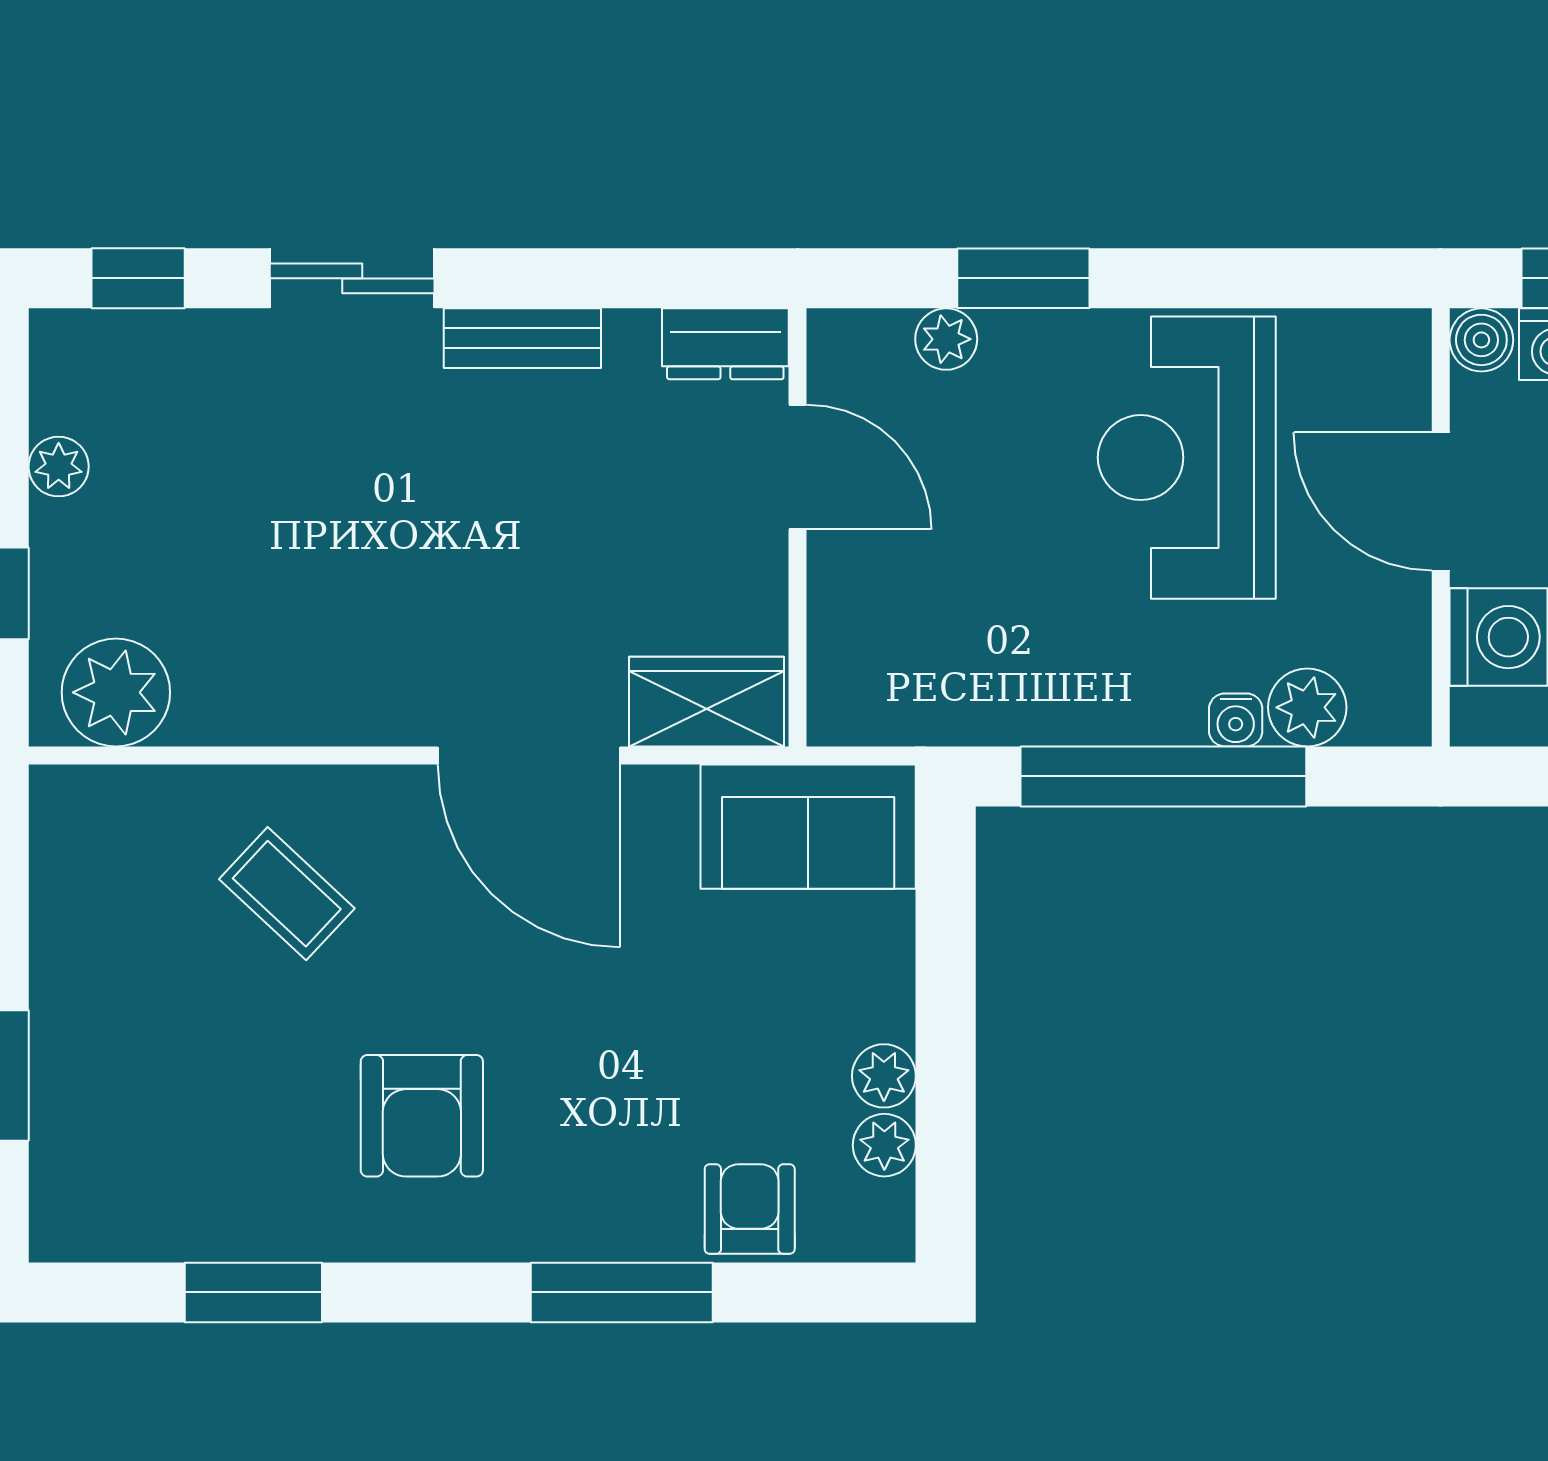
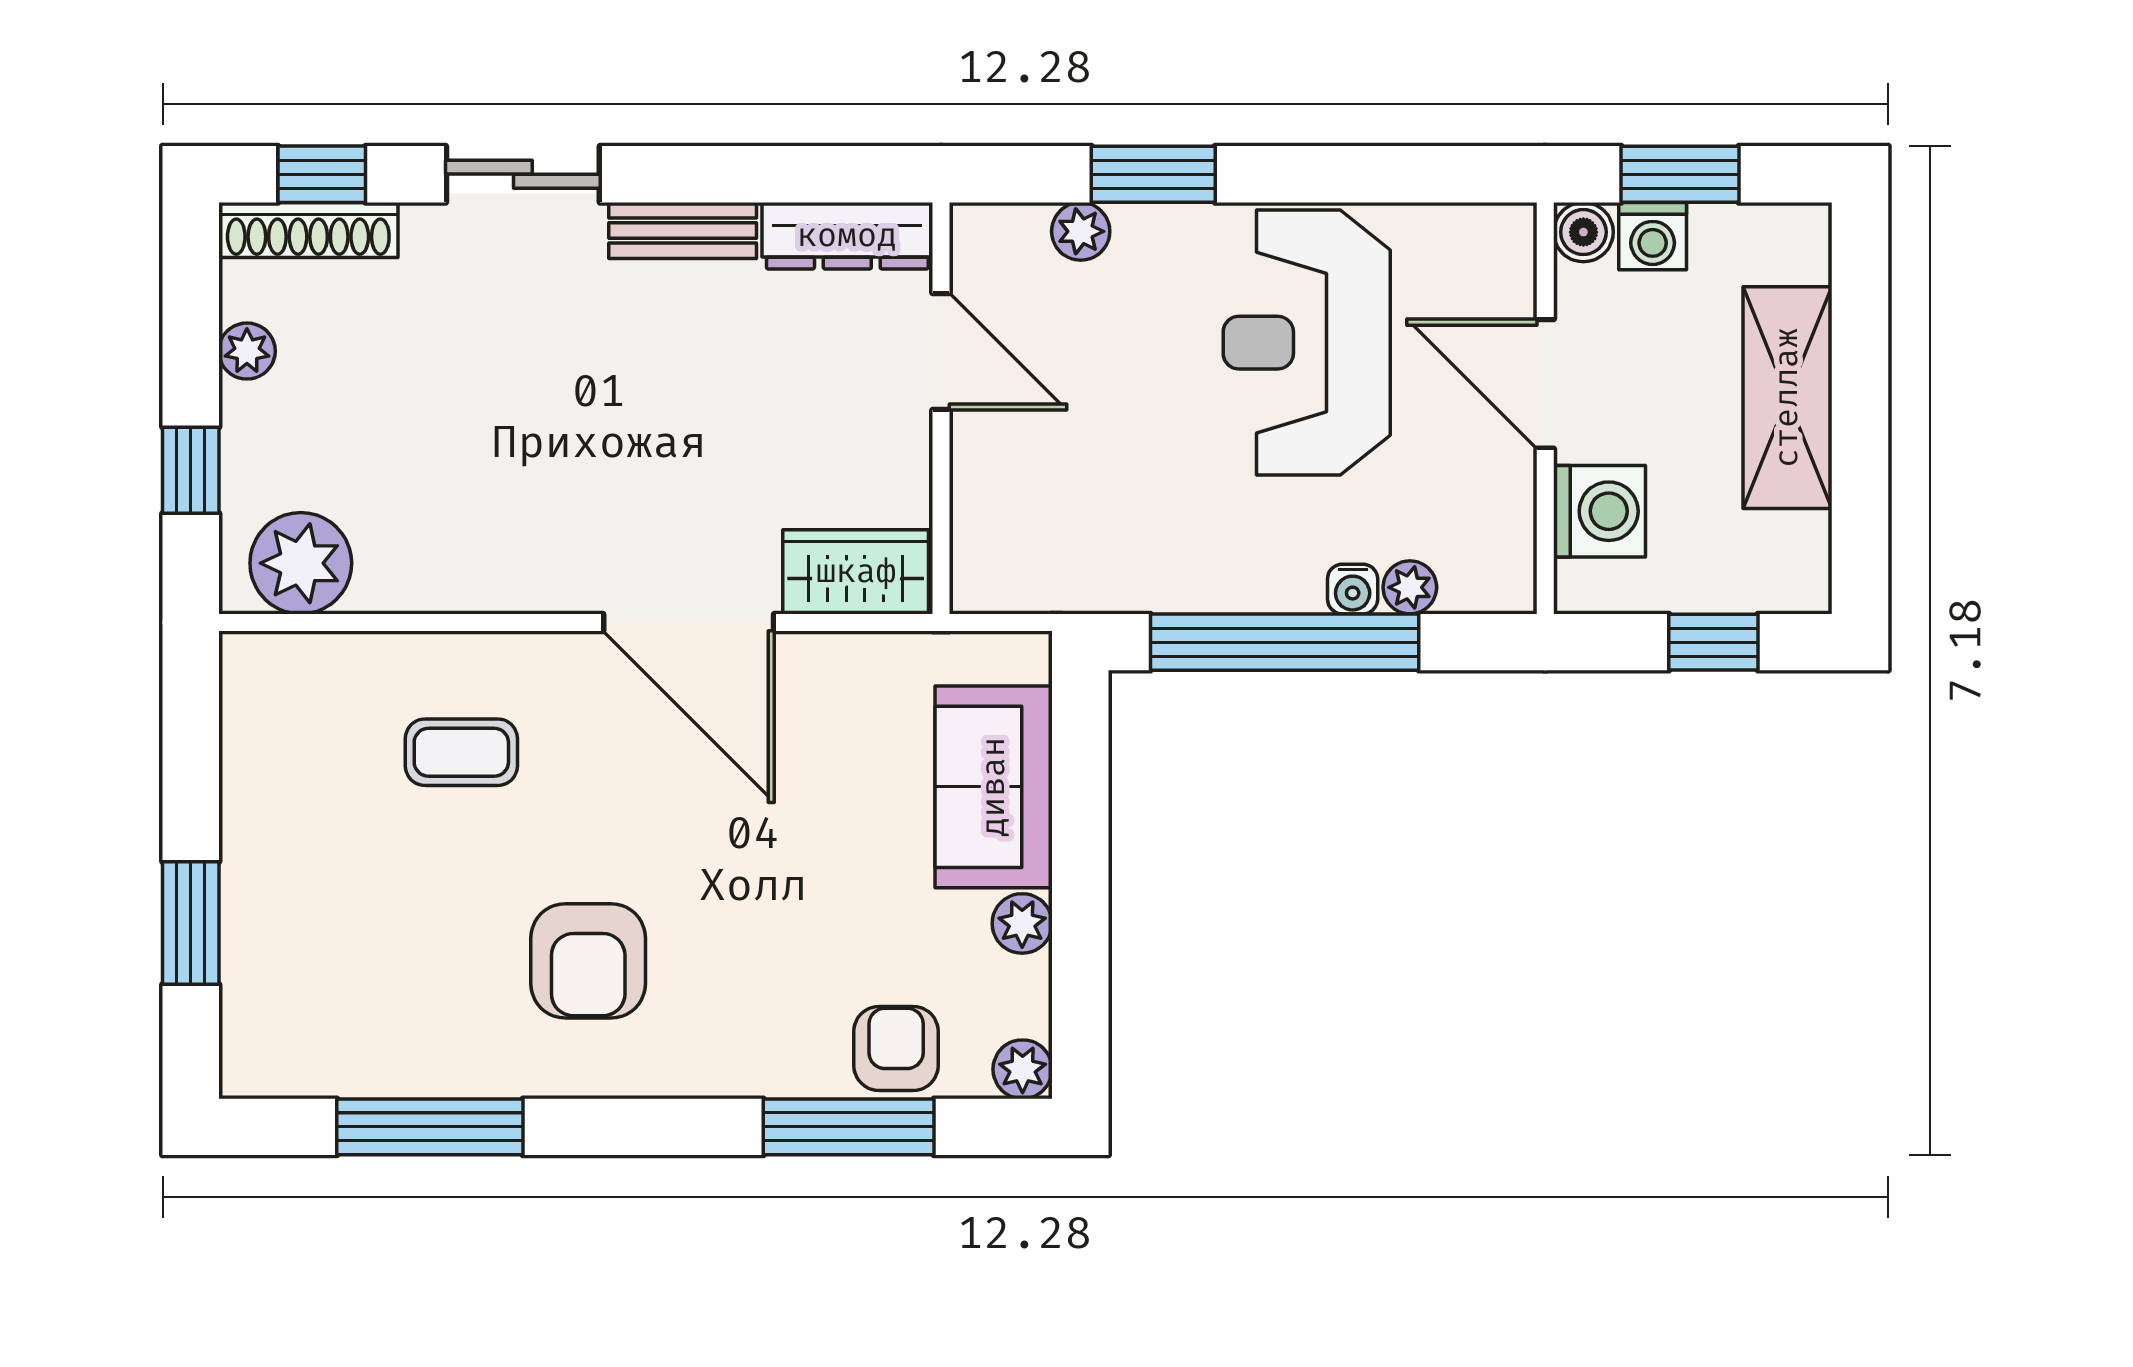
shoe rack: (124, 338) -> (308, 230), added
dresser: (725, 344) -> (847, 236), width x1.44
plant: (1307, 707) -> (1410, 587), width x0.73, depth x0.73
sofa: (808, 827) -> (994, 787), moved, turned 90
coffee table: (287, 894) -> (461, 752), turned -43
plant: (884, 1145) -> (1023, 1069), moved
window: (253, 1292) -> (430, 1127), width x1.44
window: (622, 1292) -> (849, 1127), moved

